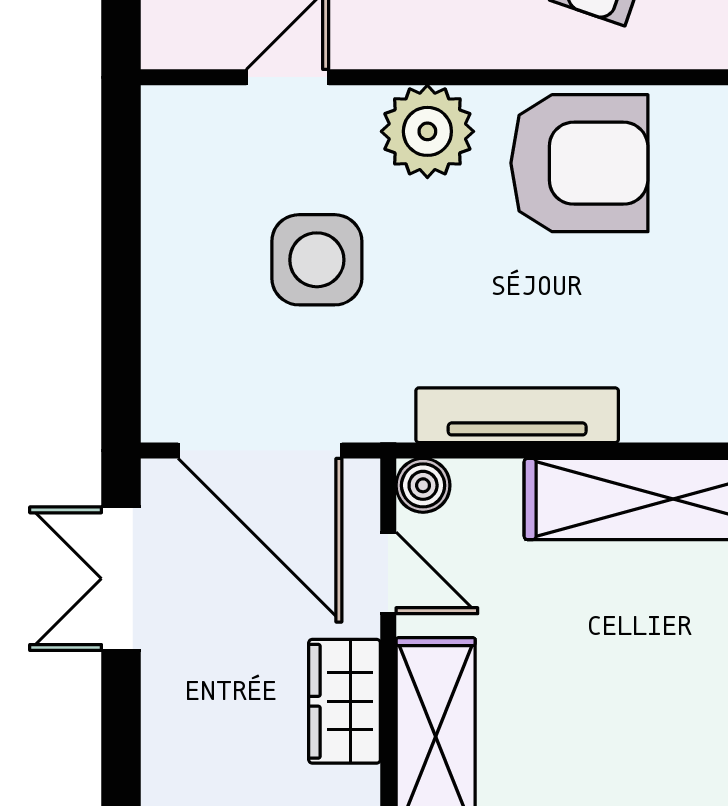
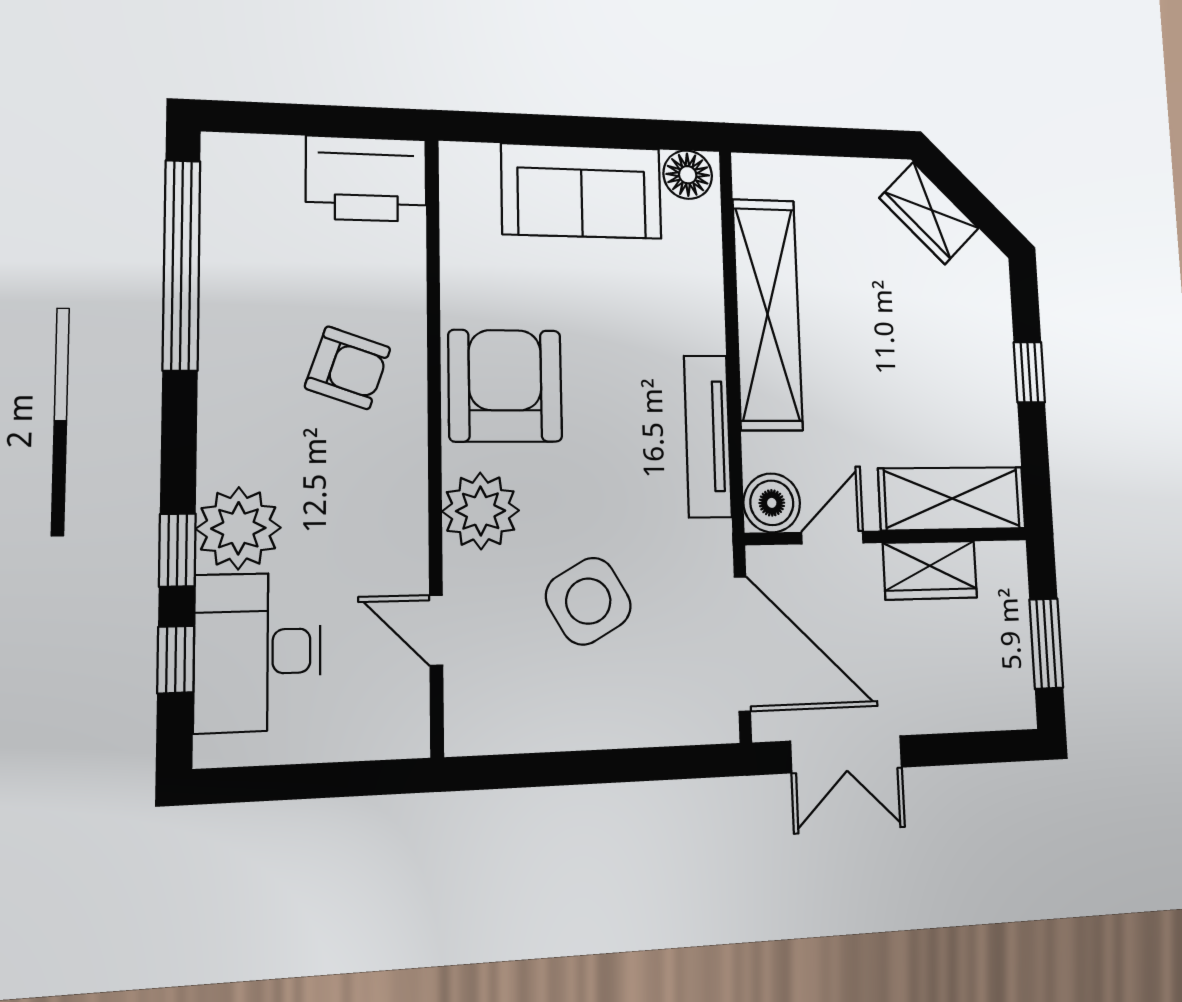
side table: (317, 260) -> (588, 601), turned -30
door: (260, 451) -> (742, 644), hinge flipped
boiler: (423, 485) -> (772, 503), width x1.36, depth x1.36

